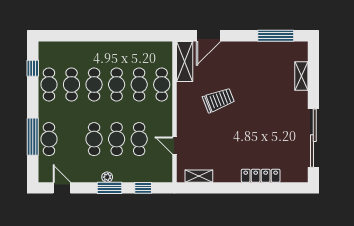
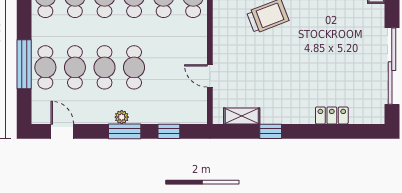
cafe table: (139, 139) -> (75, 67), moved
locker: (261, 176) -> (332, 115), width x0.66
window: (221, 188) -> (271, 131), added

